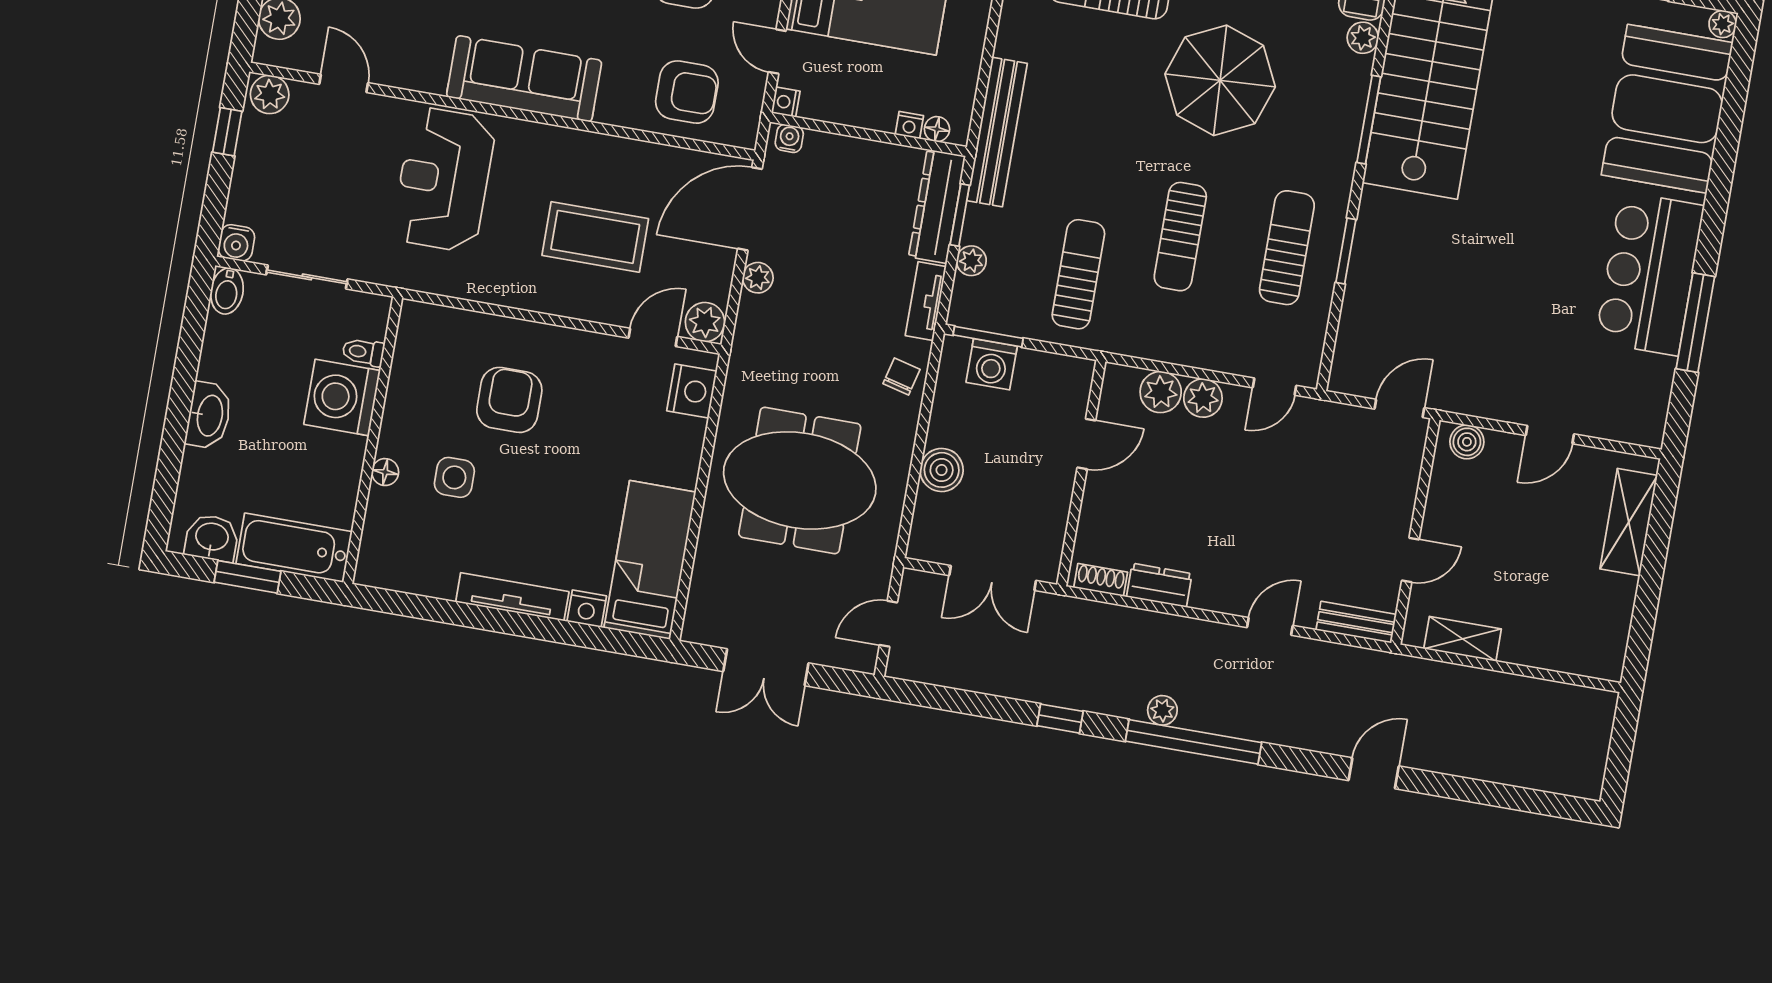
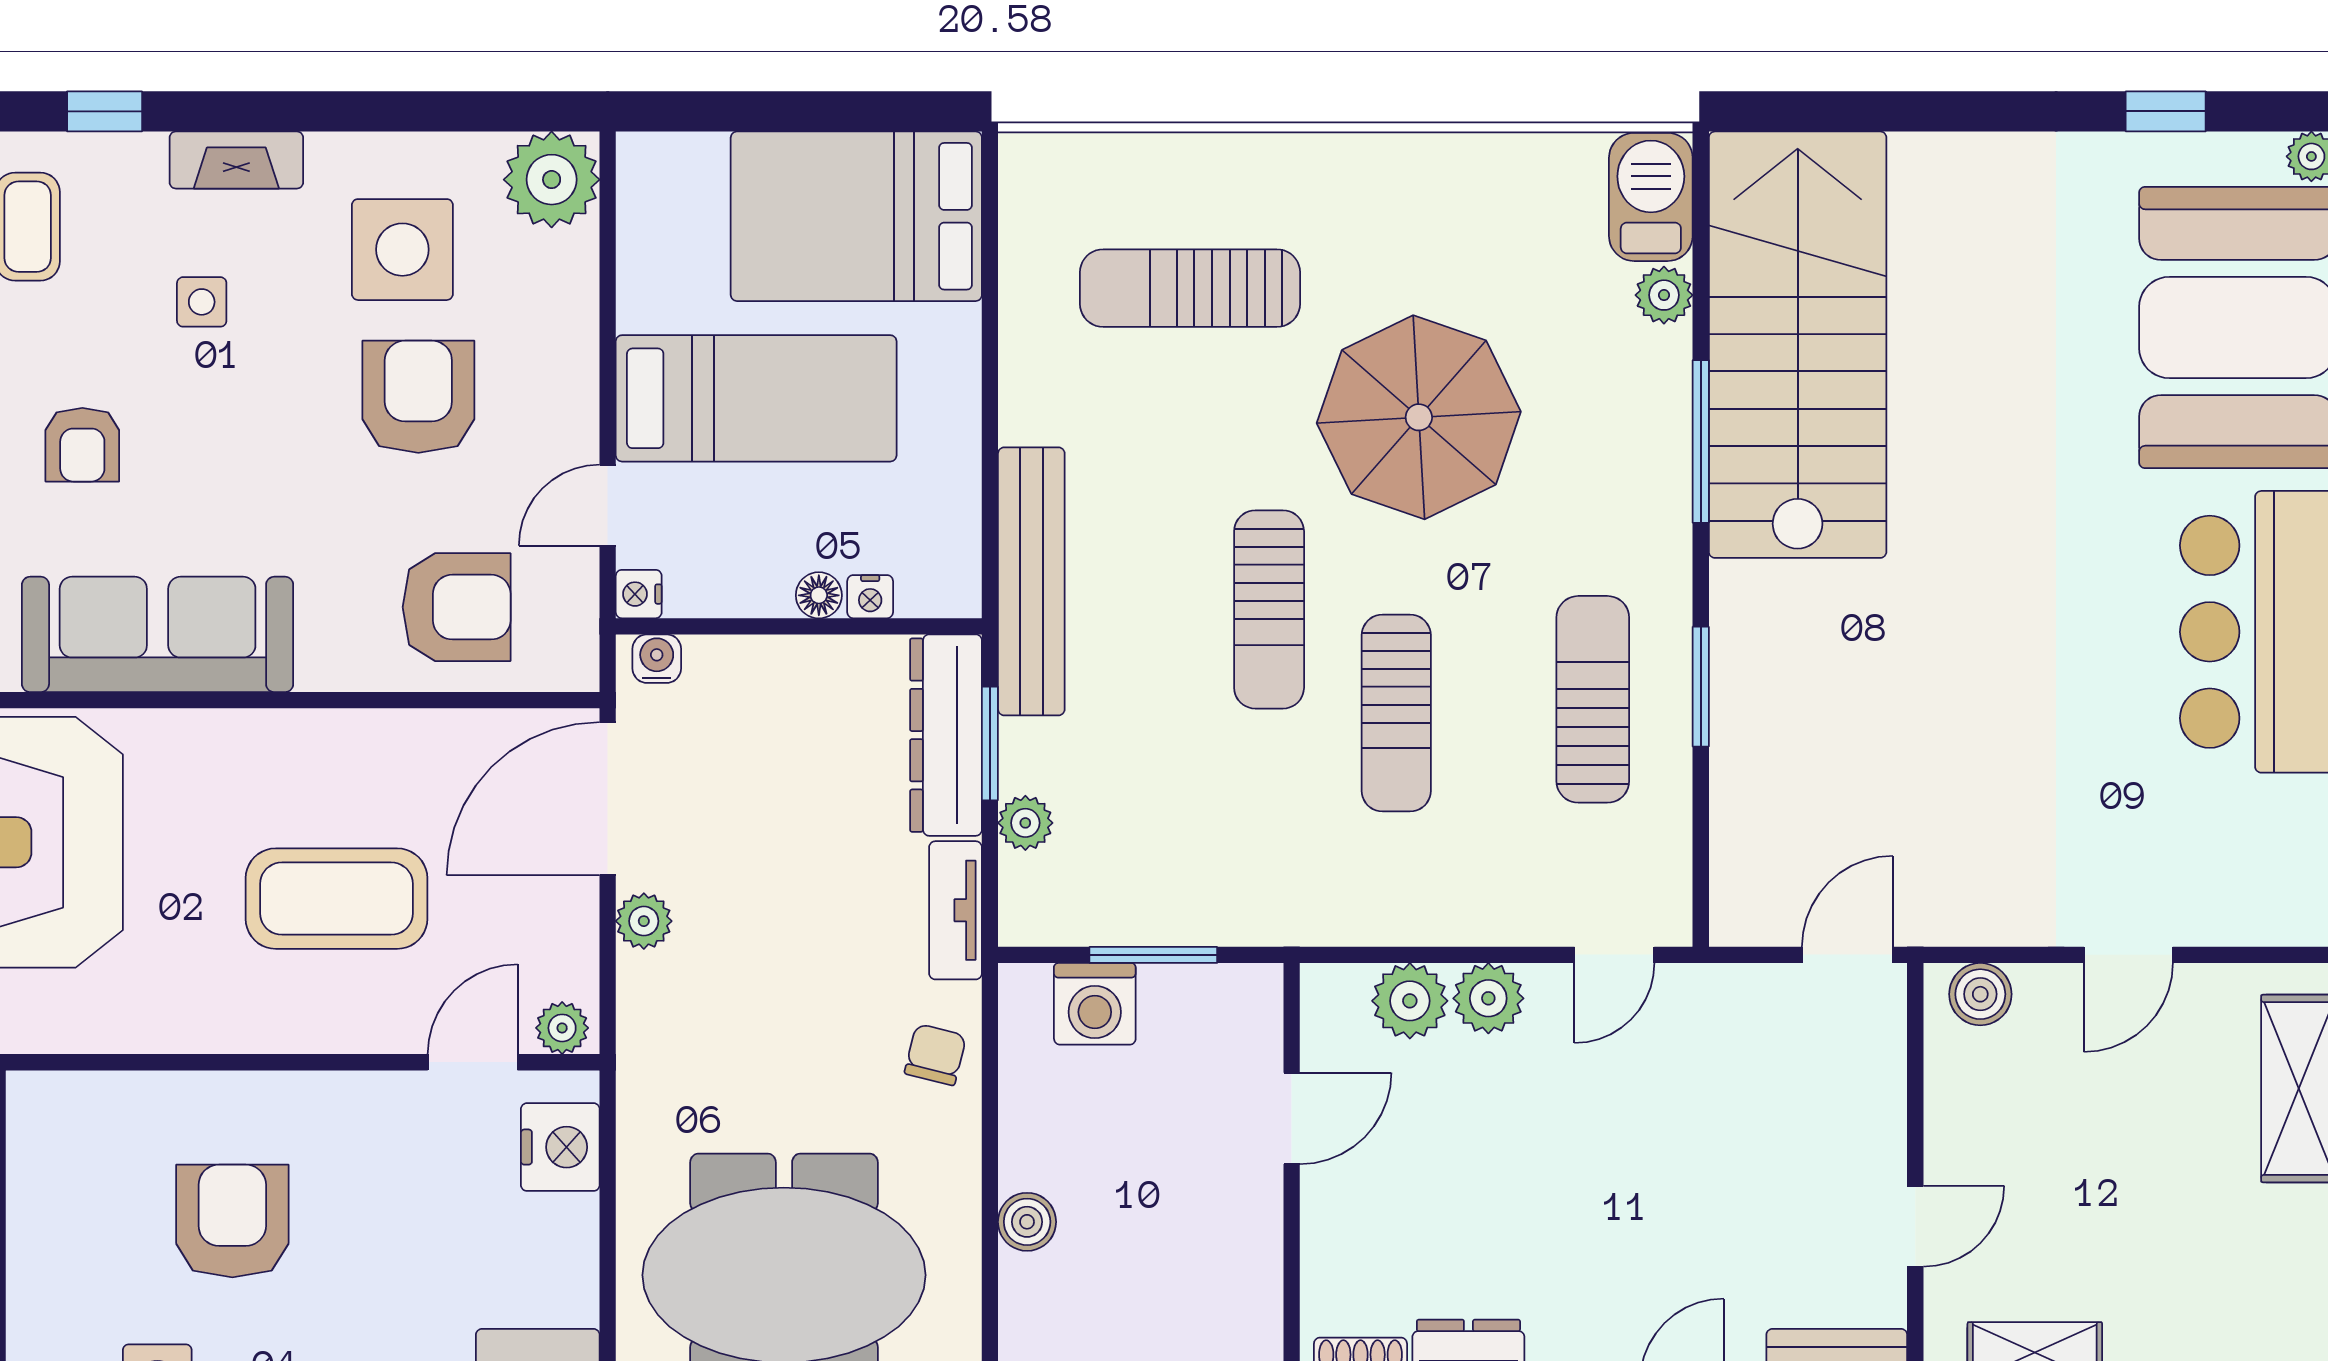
door: (777, 51) -> (608, 505), hinge flipped
floor lamp: (937, 129) -> (819, 595), moved
sun lounger: (1078, 274) -> (1269, 609), moved, turned 180
plant: (705, 322) -> (562, 1028), width x0.73, depth x0.73
window: (988, 337) -> (1153, 955), moved
boiler: (942, 470) -> (1027, 1222), width x0.73, depth x0.73

